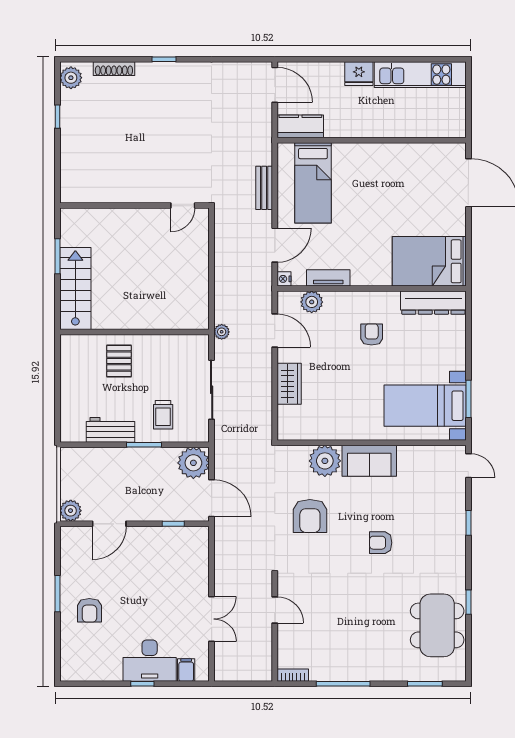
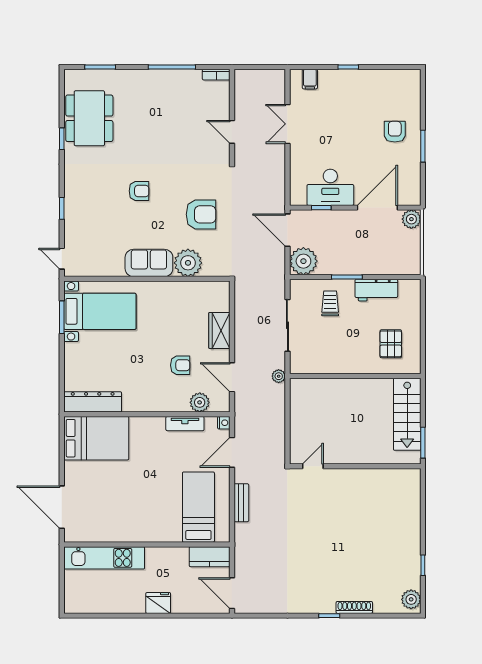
shoe rack: (114, 69) -> (354, 607), moved
kitchen unit: (420, 75) -> (104, 558), moved, turned 180
wall: (134, 206) -> (355, 466), moved
door: (183, 206) -> (313, 466), moved
armchair: (372, 335) -> (180, 365), moved, turned -90
pallet: (119, 361) -> (391, 344), moved
armchair: (310, 516) -> (201, 214), turned 90
door: (109, 524) -> (377, 208), width x1.36
desk: (150, 661) -> (330, 187), moved, turned 180

